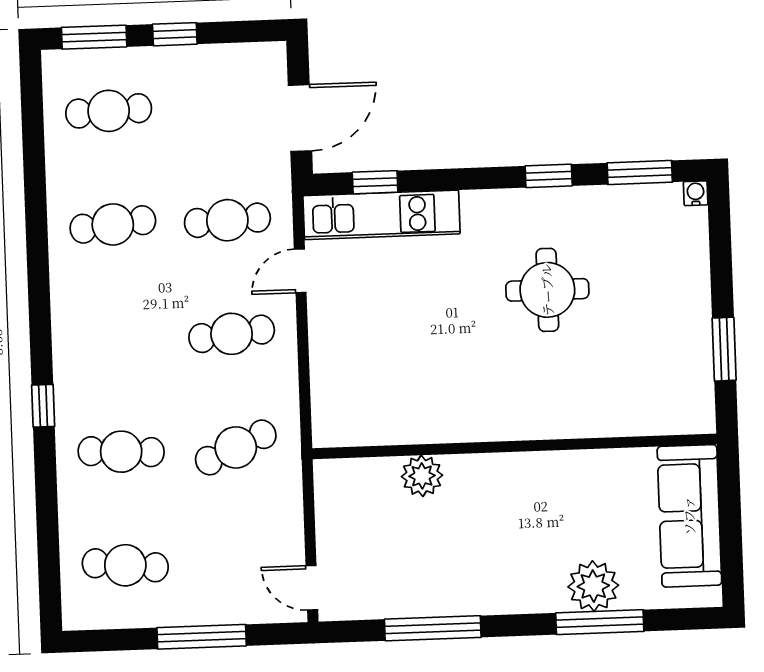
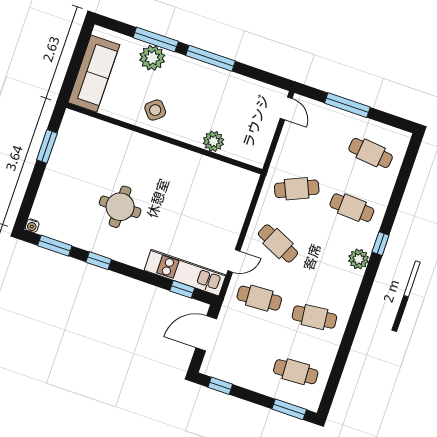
window: (175, 34) -> (220, 386), moved
cafe table: (232, 334) -> (278, 243), turned 30
plant: (73, 362) -> (359, 259), added
side table: (551, 492) -> (155, 110), added
window: (433, 628) -> (211, 58), moved

